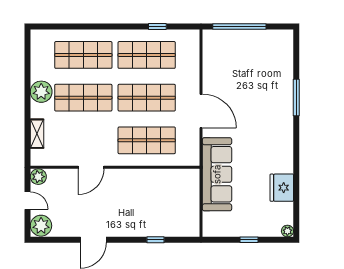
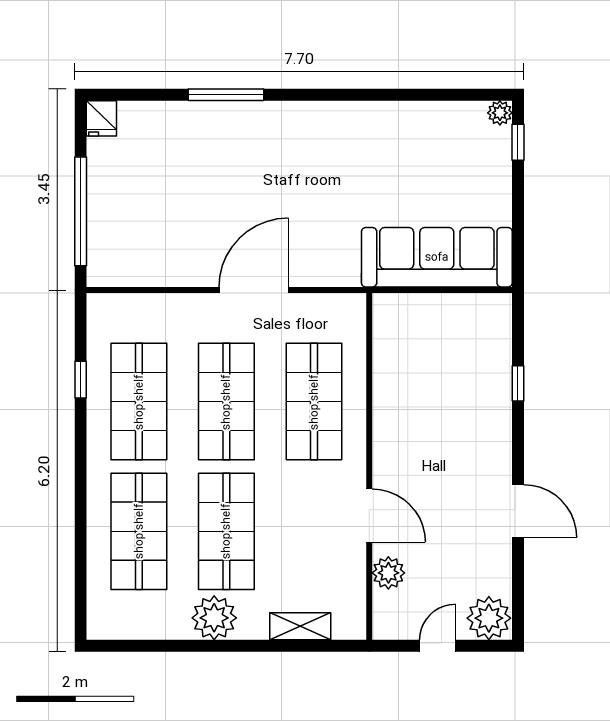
sofa: (217, 174) -> (437, 257), moved
plant: (38, 177) -> (388, 573), moved
fridge: (282, 188) -> (101, 118), moved, width x0.53, depth x0.75
window: (249, 240) -> (518, 142), moved

